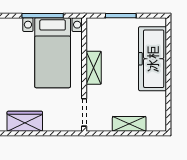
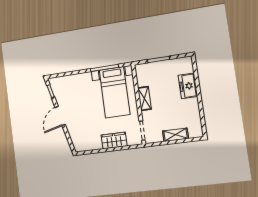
freezer: (153, 59) -> (188, 86), width x0.52, depth x0.79
wardrobe: (25, 121) -> (114, 140), moved

